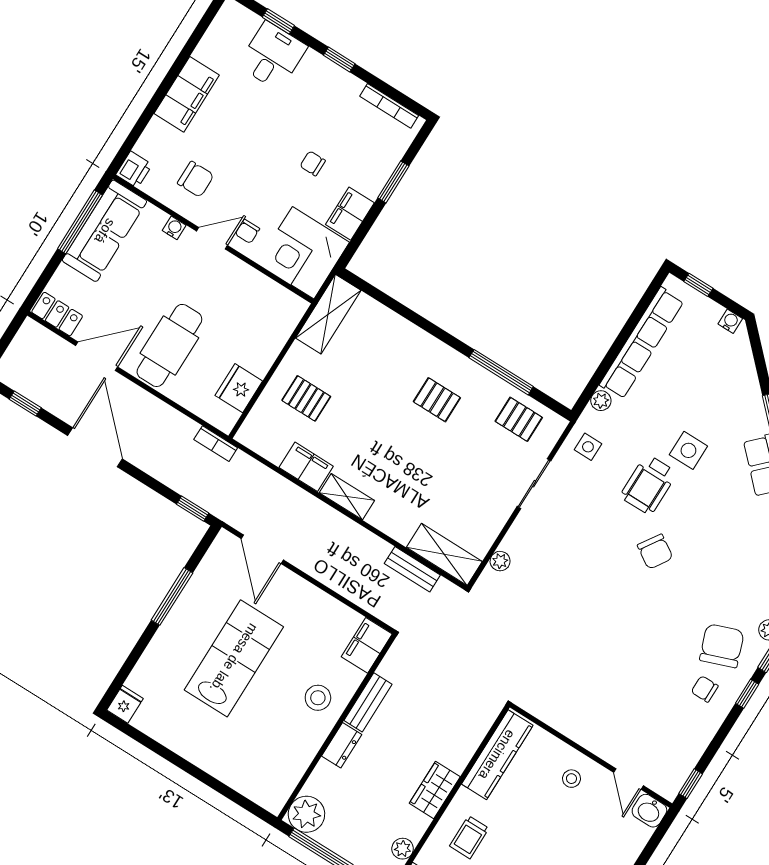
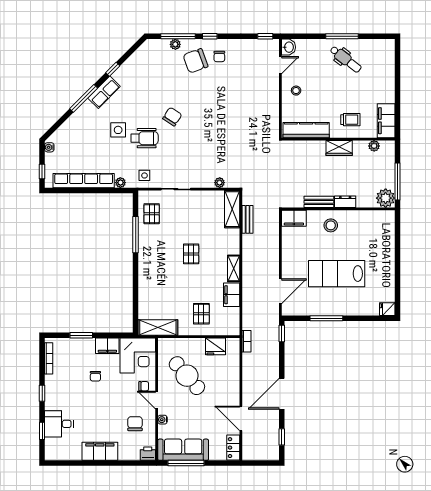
cafe table: (169, 345) -> (187, 376), moved, turned 49
pallet: (437, 400) -> (191, 254), moved

